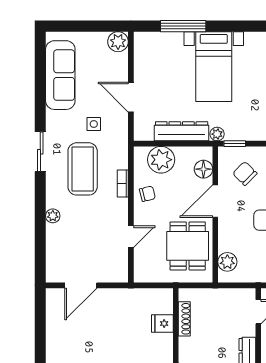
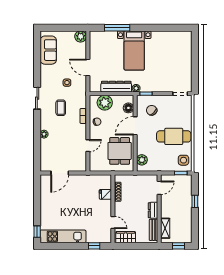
sofa: (60, 75) -> (48, 50), width x0.73
coffee table: (83, 169) -> (61, 108), width x0.54, depth x0.58

